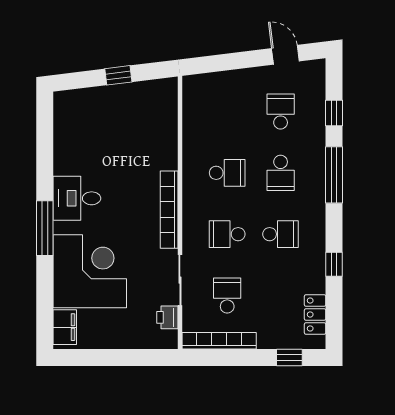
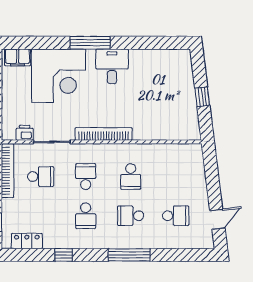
window: (334, 113) -> (175, 255), removed

